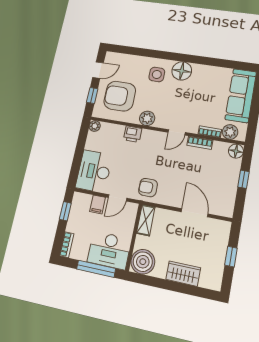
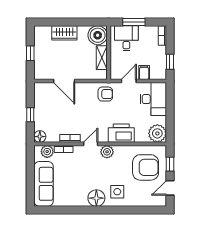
plant: (147, 118) -> (107, 152), moved
plant: (95, 126) -> (157, 133), width x1.88, depth x1.88
printer: (133, 134) -> (121, 133), width x1.87, depth x1.48
shelving: (146, 220) -> (102, 58), moved
desk: (109, 250) -> (126, 38), width x0.73
window: (96, 269) -> (134, 22), width x0.69

